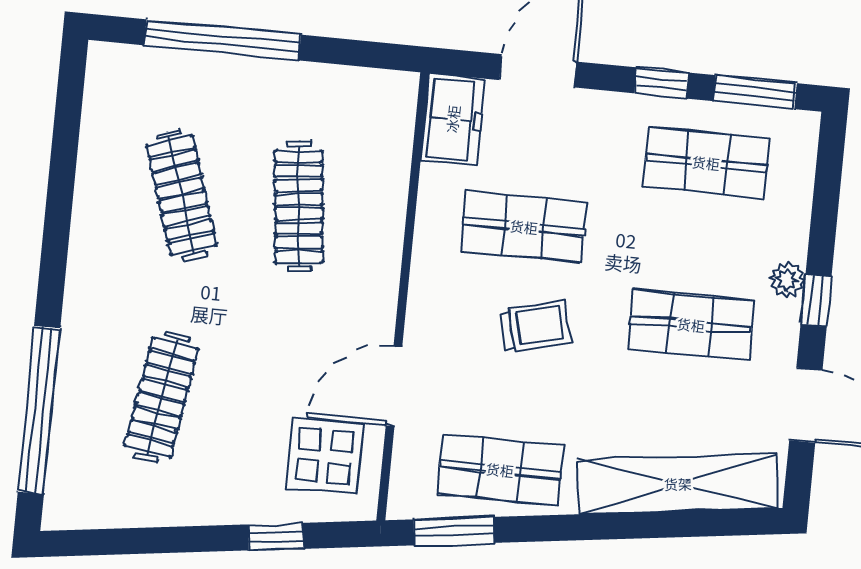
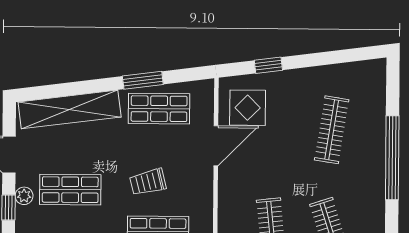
plant: (787, 280) -> (24, 196), moved
window: (39, 410) -> (392, 158), moved
window: (454, 531) -> (143, 80), moved

